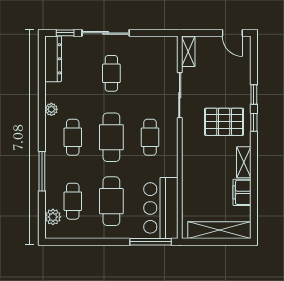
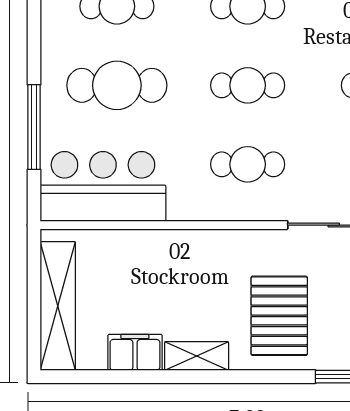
window: (254, 122) -> (278, 377), removed
cafe table: (111, 137) -> (248, 85), width x0.73, depth x0.74
window: (151, 242) -> (34, 127), moved

